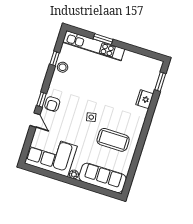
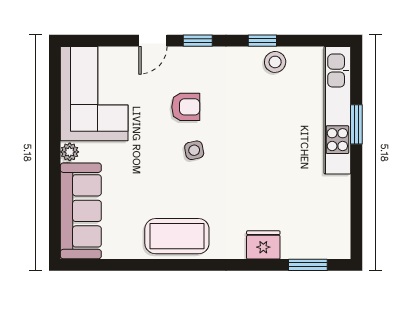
window: (55, 58) -> (262, 41), moved
armchair: (52, 104) -> (186, 107), moved, turned 180
coffee table: (113, 140) -> (177, 236), moved, turned 90

